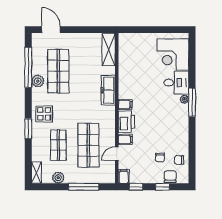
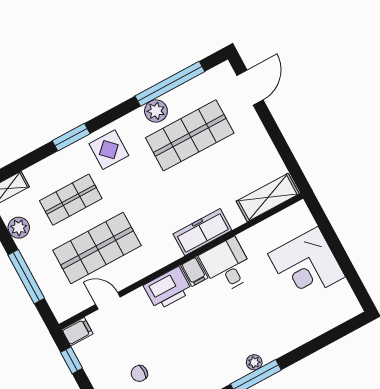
corner desk: (173, 54) -> (307, 265), moved, turned -90
desk: (176, 83) -> (227, 266), moved, turned 180
filing cabinet: (125, 139) -> (138, 302), removed

